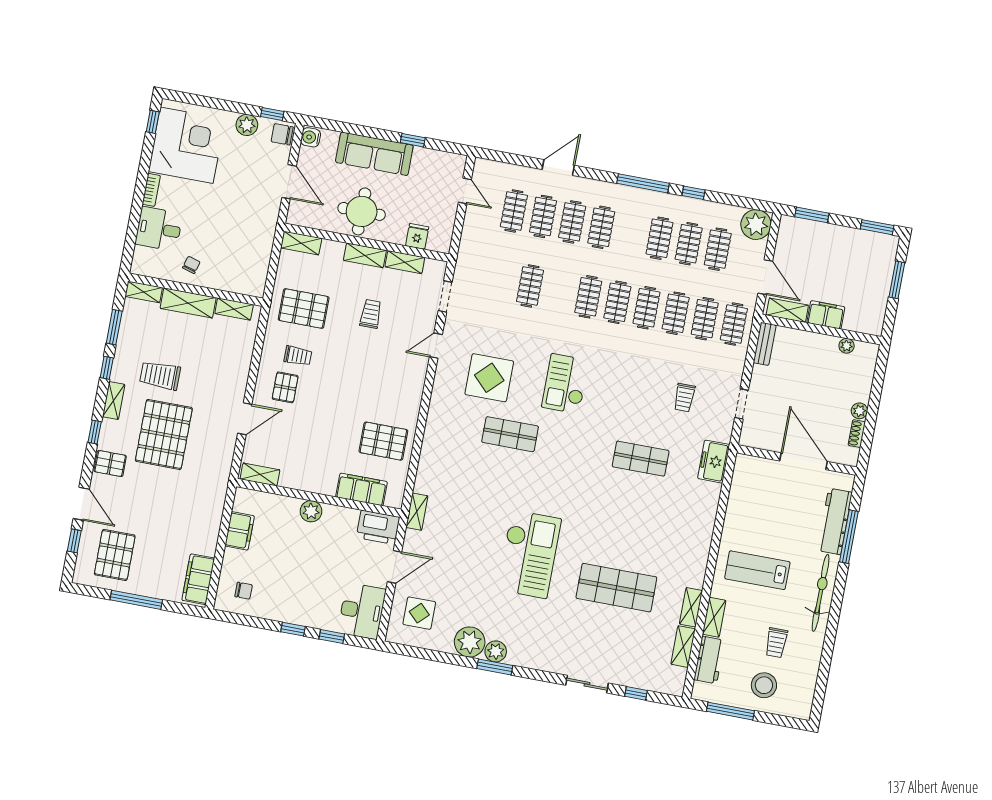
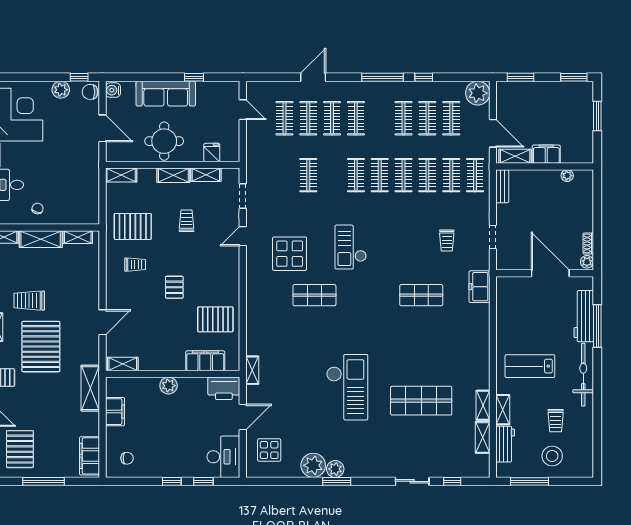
pallet: (285, 387) -> (174, 287), moved
plant: (859, 411) -> (587, 262), moved
shelving: (215, 497) -> (90, 388), added

